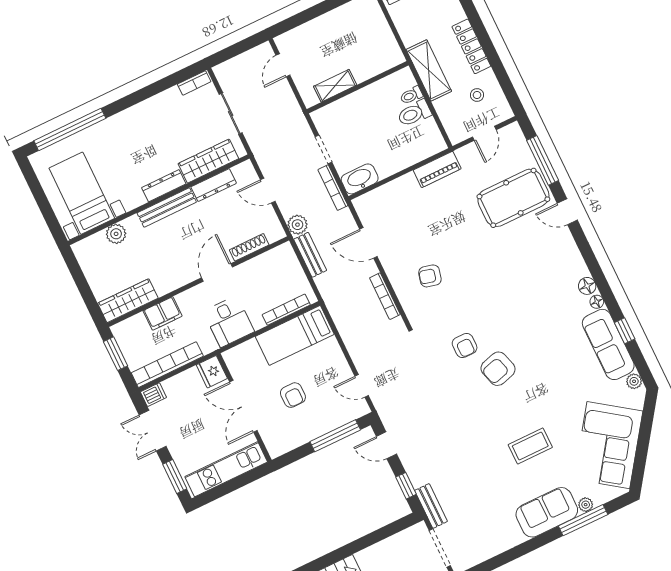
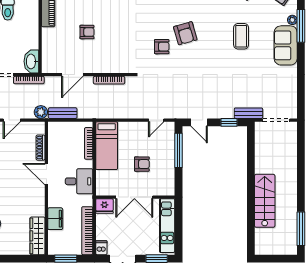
armchair: (430, 276) -> (87, 32), moved, turned -104
door: (386, 445) -> (199, 122), hinge flipped

